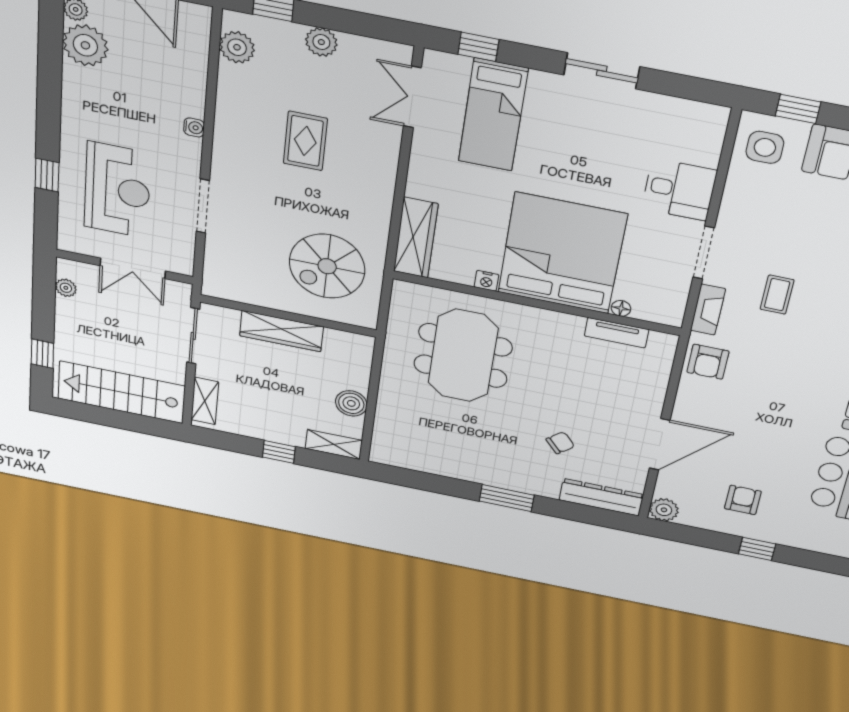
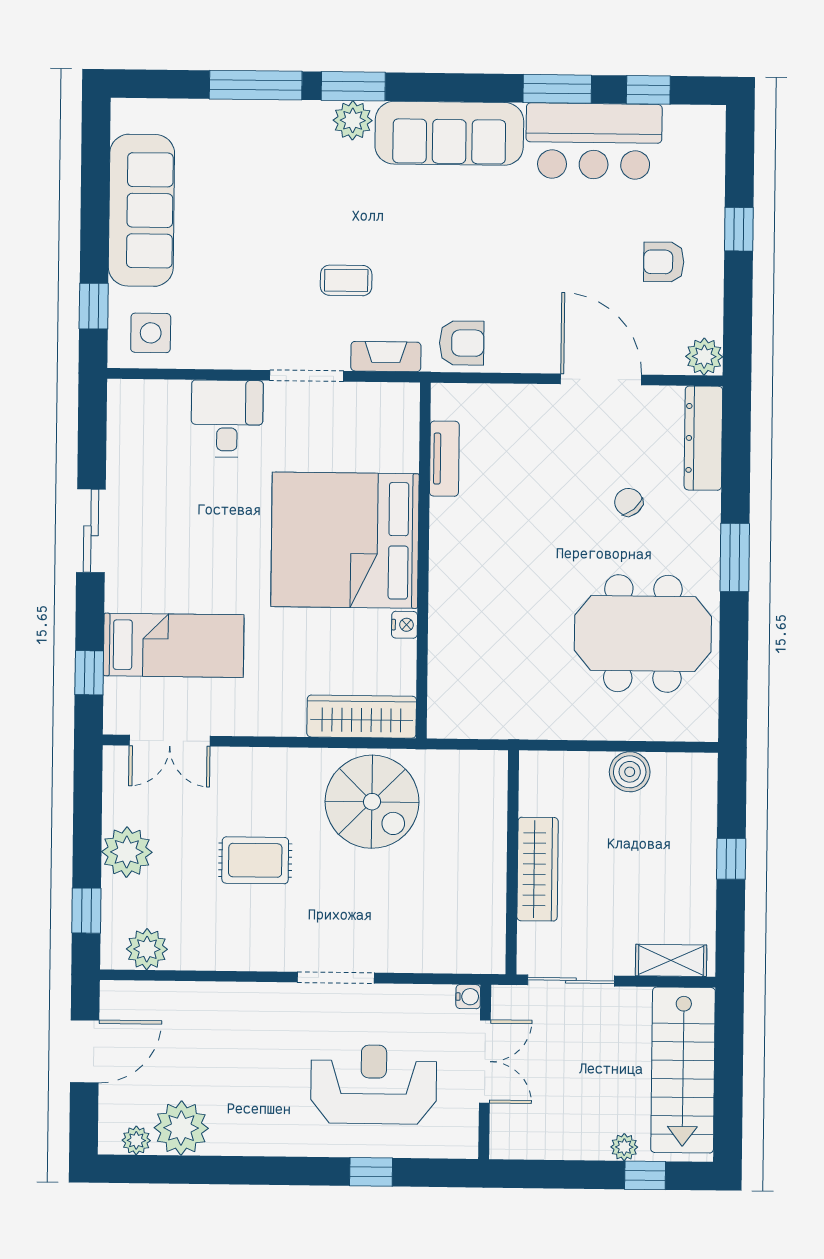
plant: (321, 42) -> (127, 852), width x1.36, depth x1.36
water cooler: (194, 127) -> (468, 997), moved, turned 90
doorway: (203, 206) -> (336, 978), moved
spiral stairs: (327, 266) -> (372, 802), moved
plant: (66, 288) -> (624, 1147), moved
floor lamp: (621, 308) -> (408, 459), removed
meeting table: (463, 356) -> (643, 633), moved
shelving: (334, 444) -> (701, 789), removed

